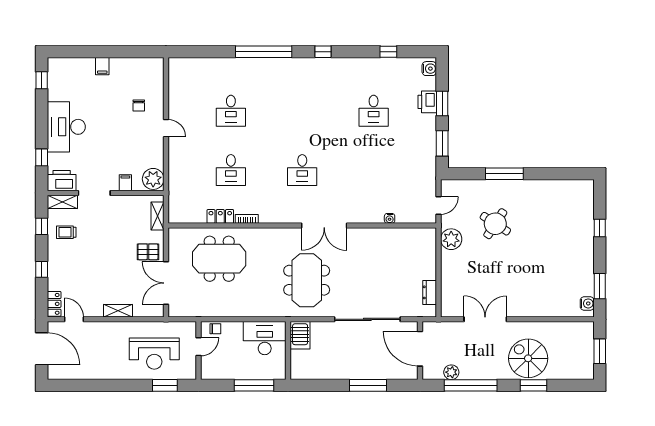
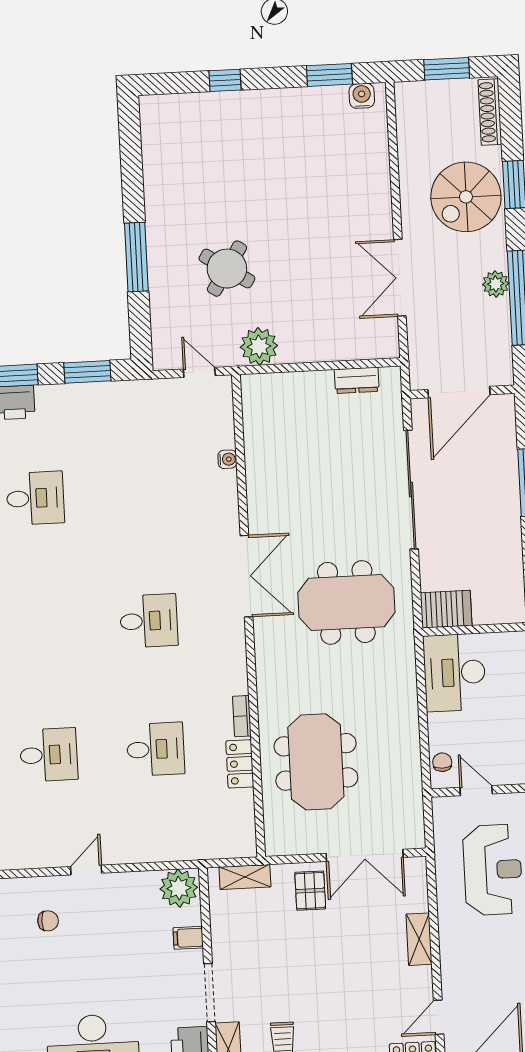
plant: (451, 372) -> (496, 284), moved
shoe rack: (574, 374) -> (490, 112), added

